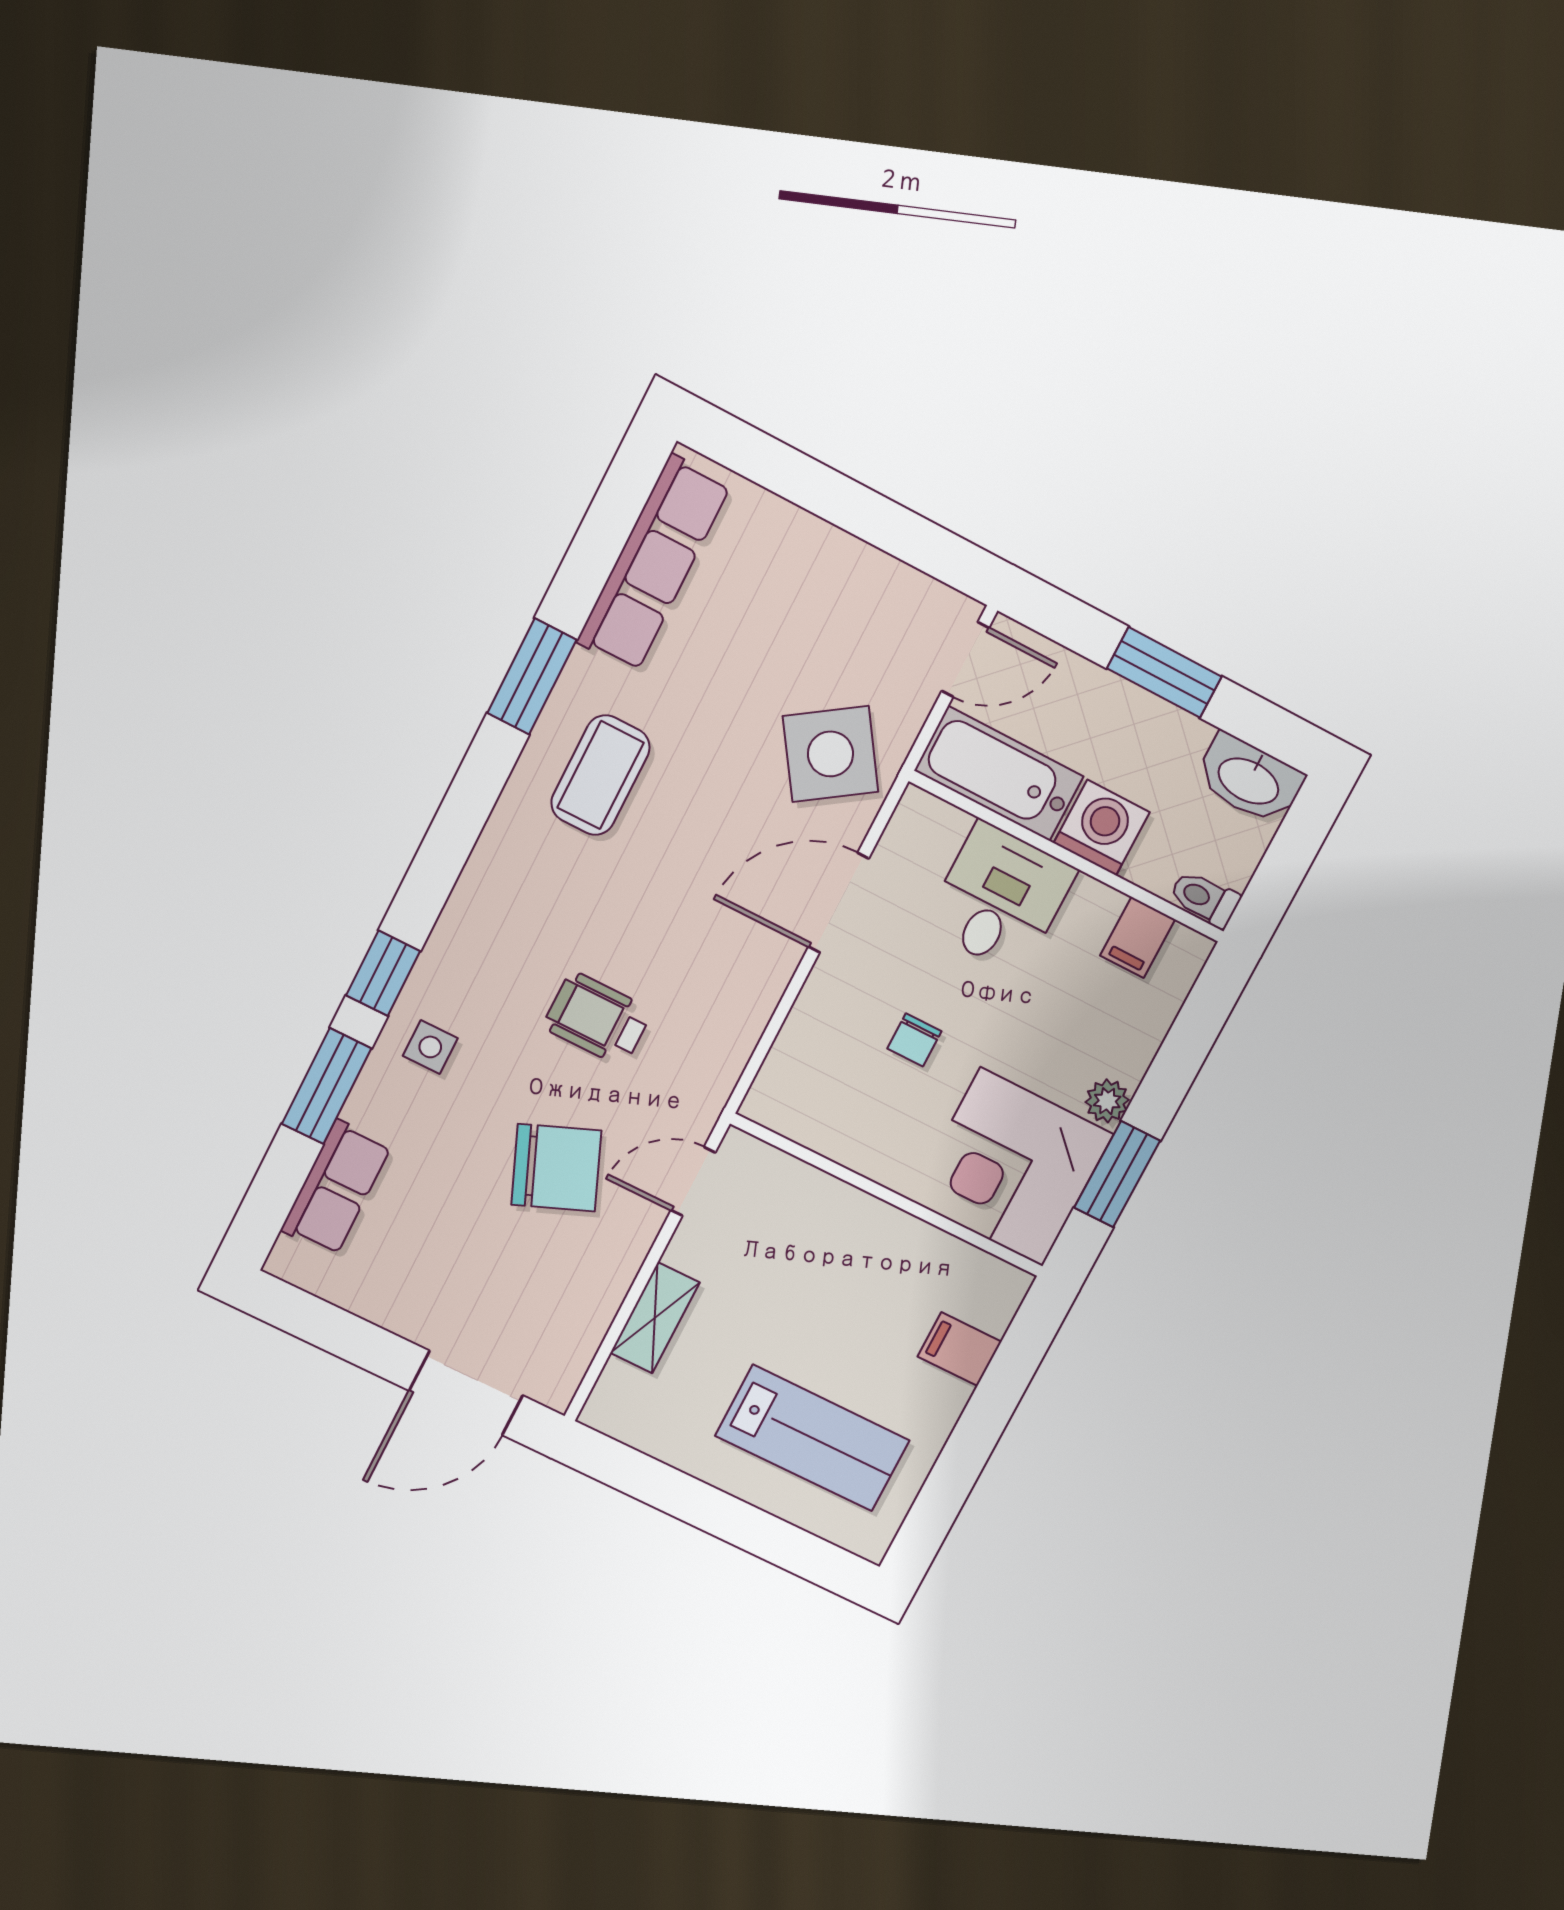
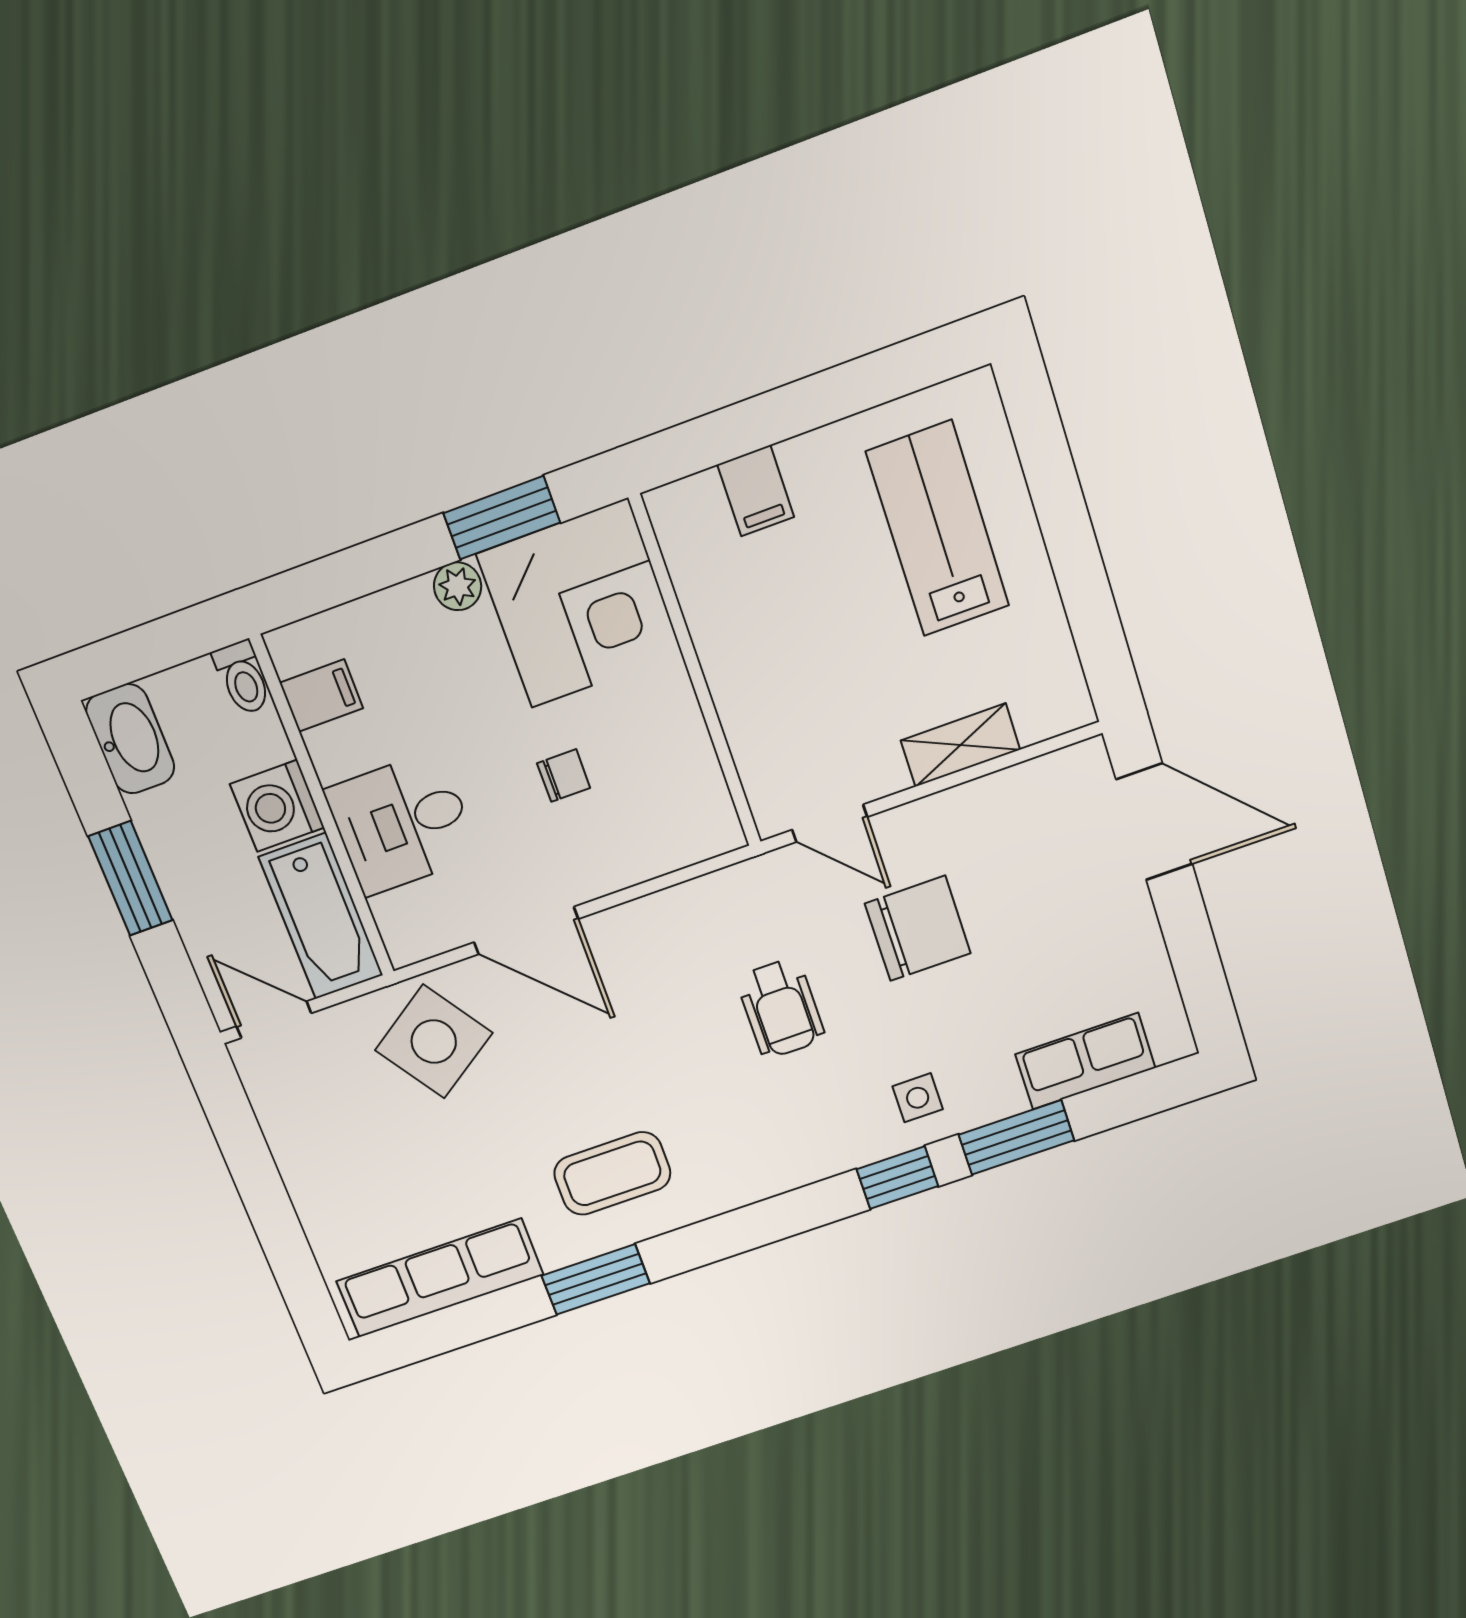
chair: (556, 1168) -> (918, 928), turned 112

